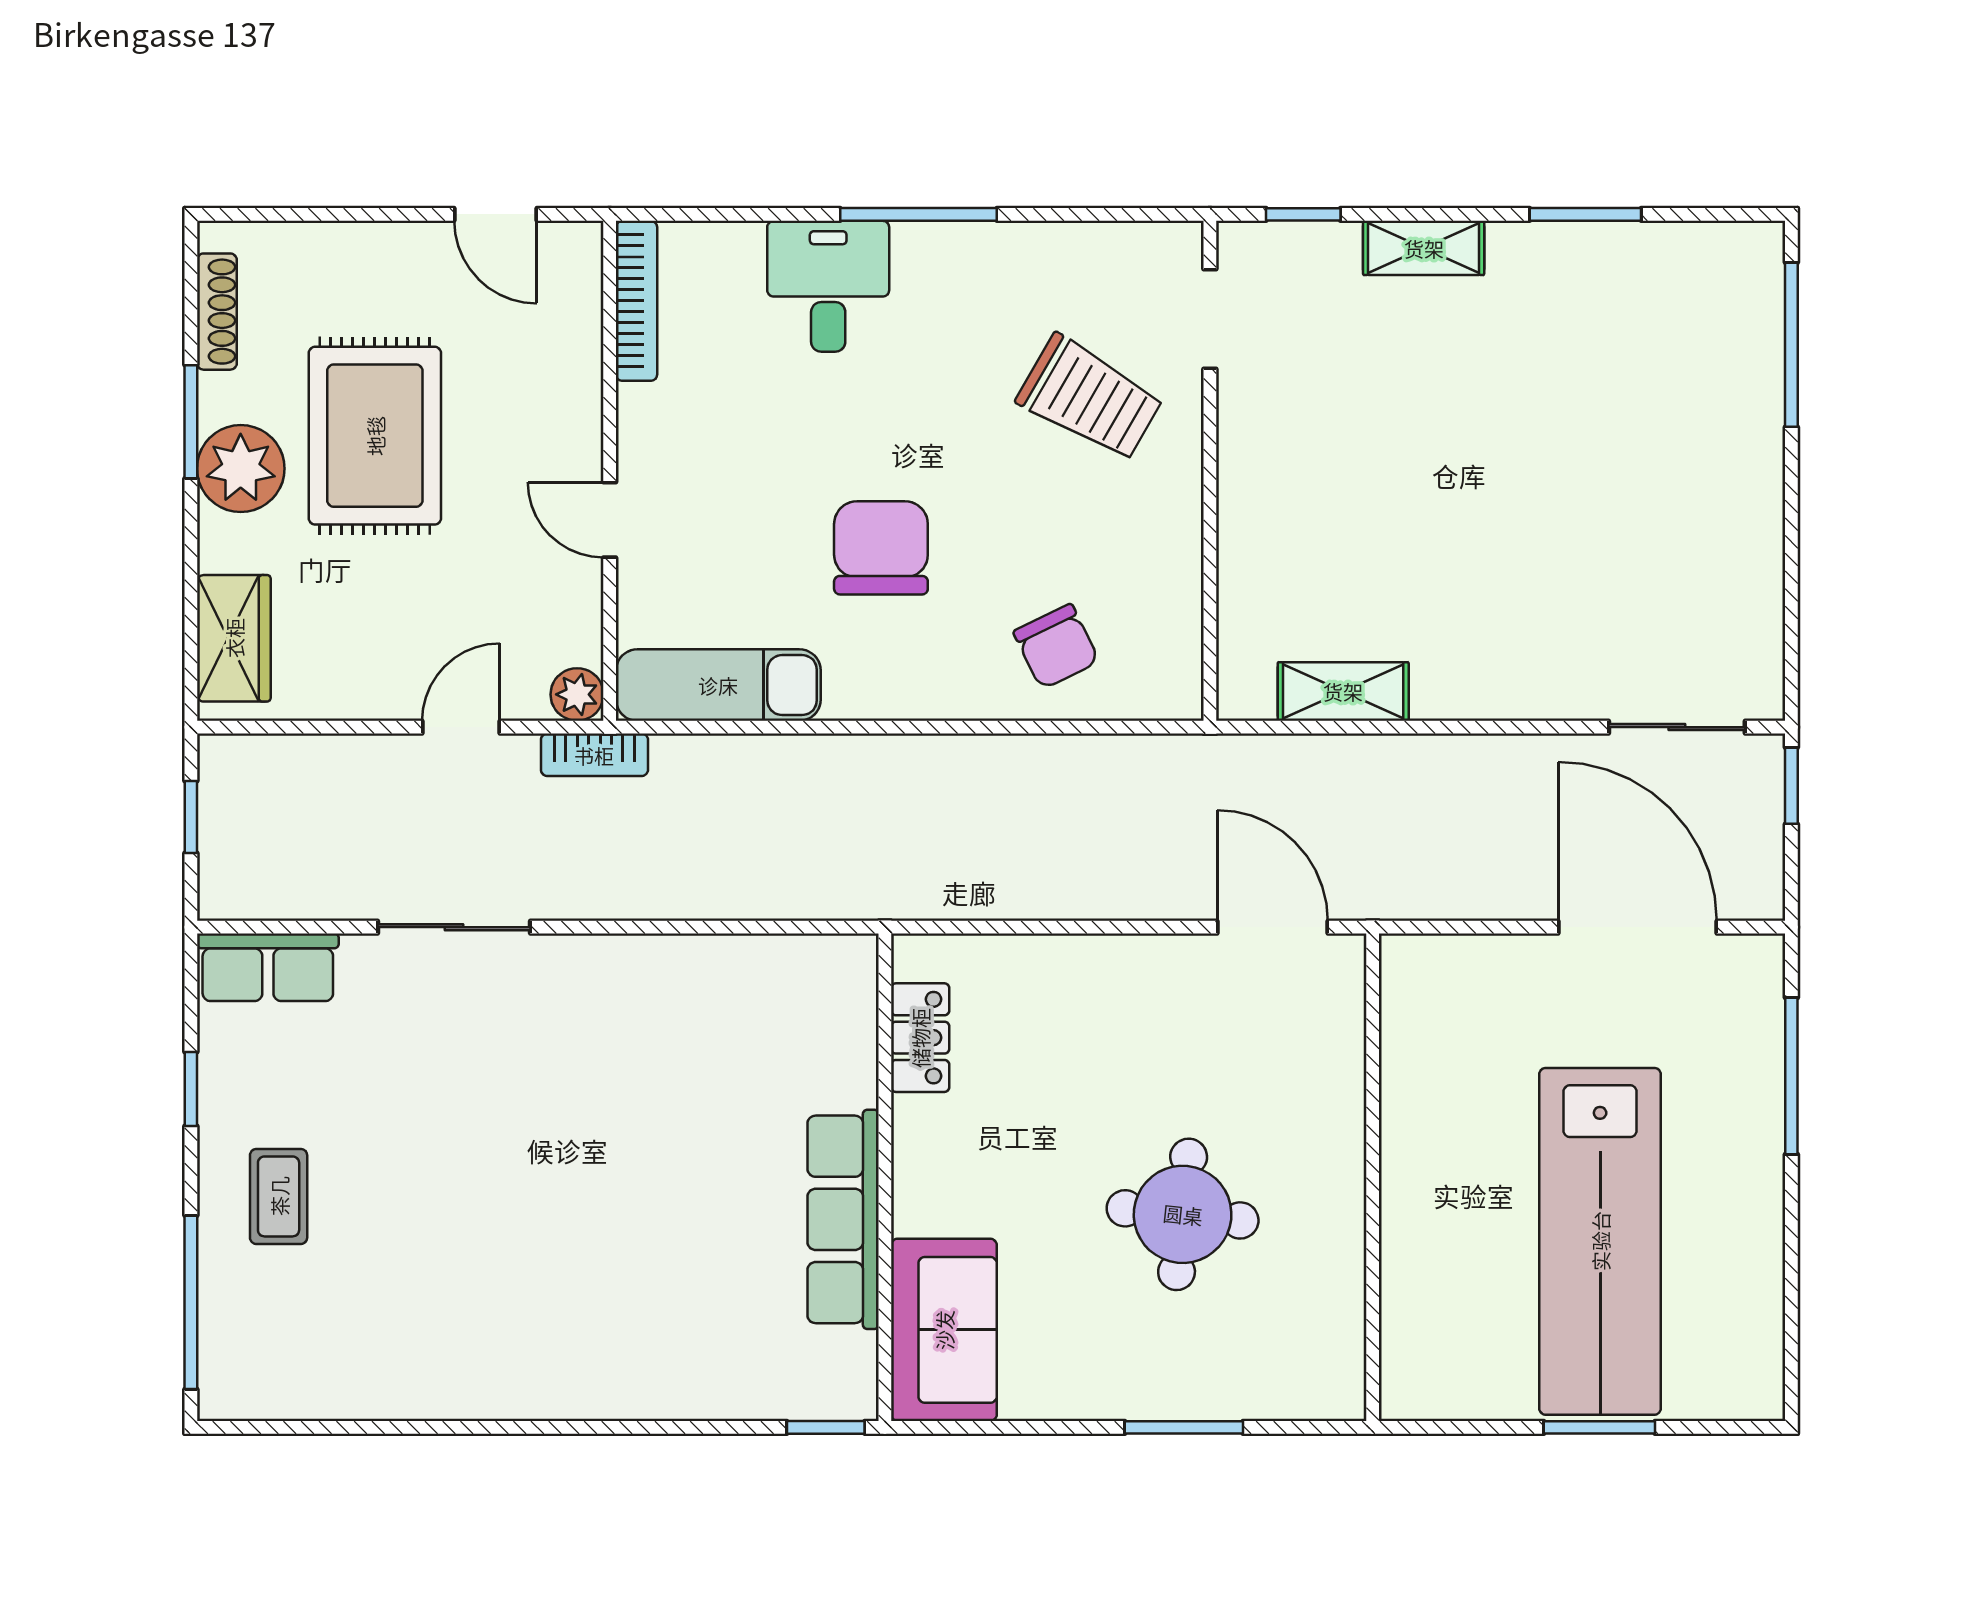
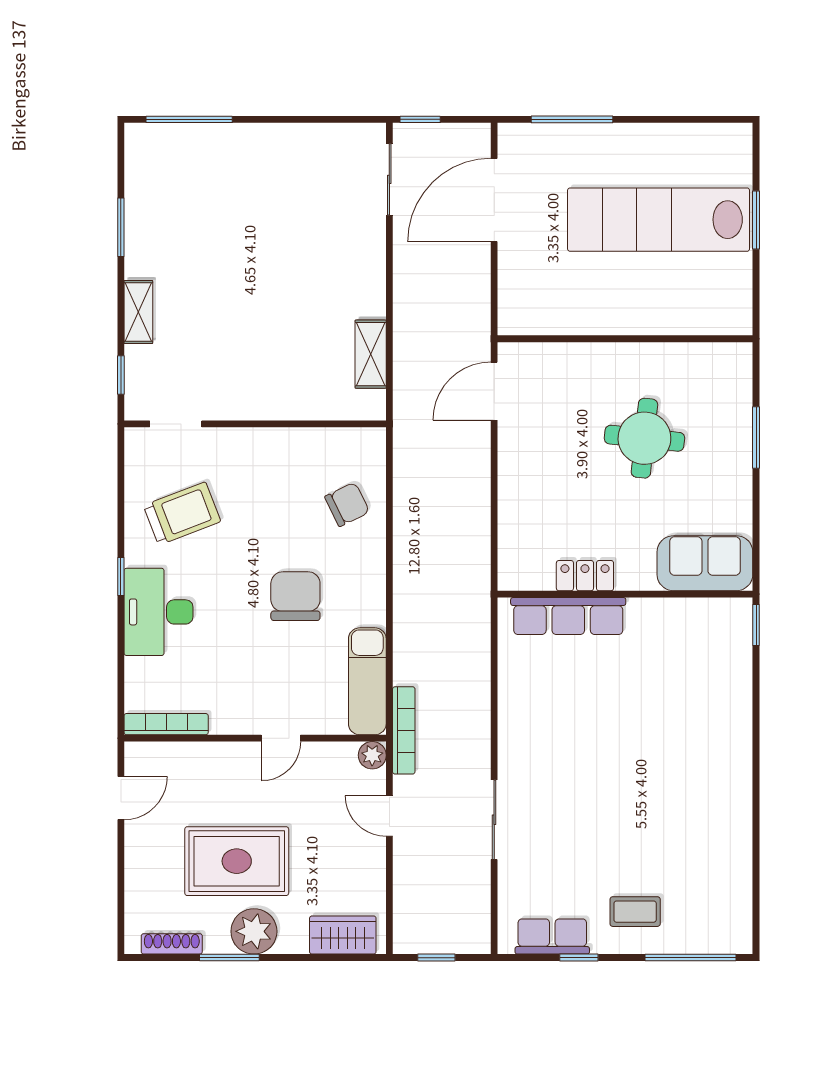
window: (918, 214) -> (121, 576), width x0.46
desk: (828, 286) -> (158, 612), width x1.37
trolley: (1090, 398) -> (182, 513), moved, turned 39
chair: (881, 548) -> (295, 596), turned 90
bookcase: (594, 755) -> (404, 730), width x1.56
row of seats: (268, 967) -> (552, 937), moved, turned -90
locker: (920, 1038) -> (585, 576), moved
row of seats: (843, 1219) -> (568, 616), moved
lab bench: (1600, 1241) -> (659, 220), turned 180

